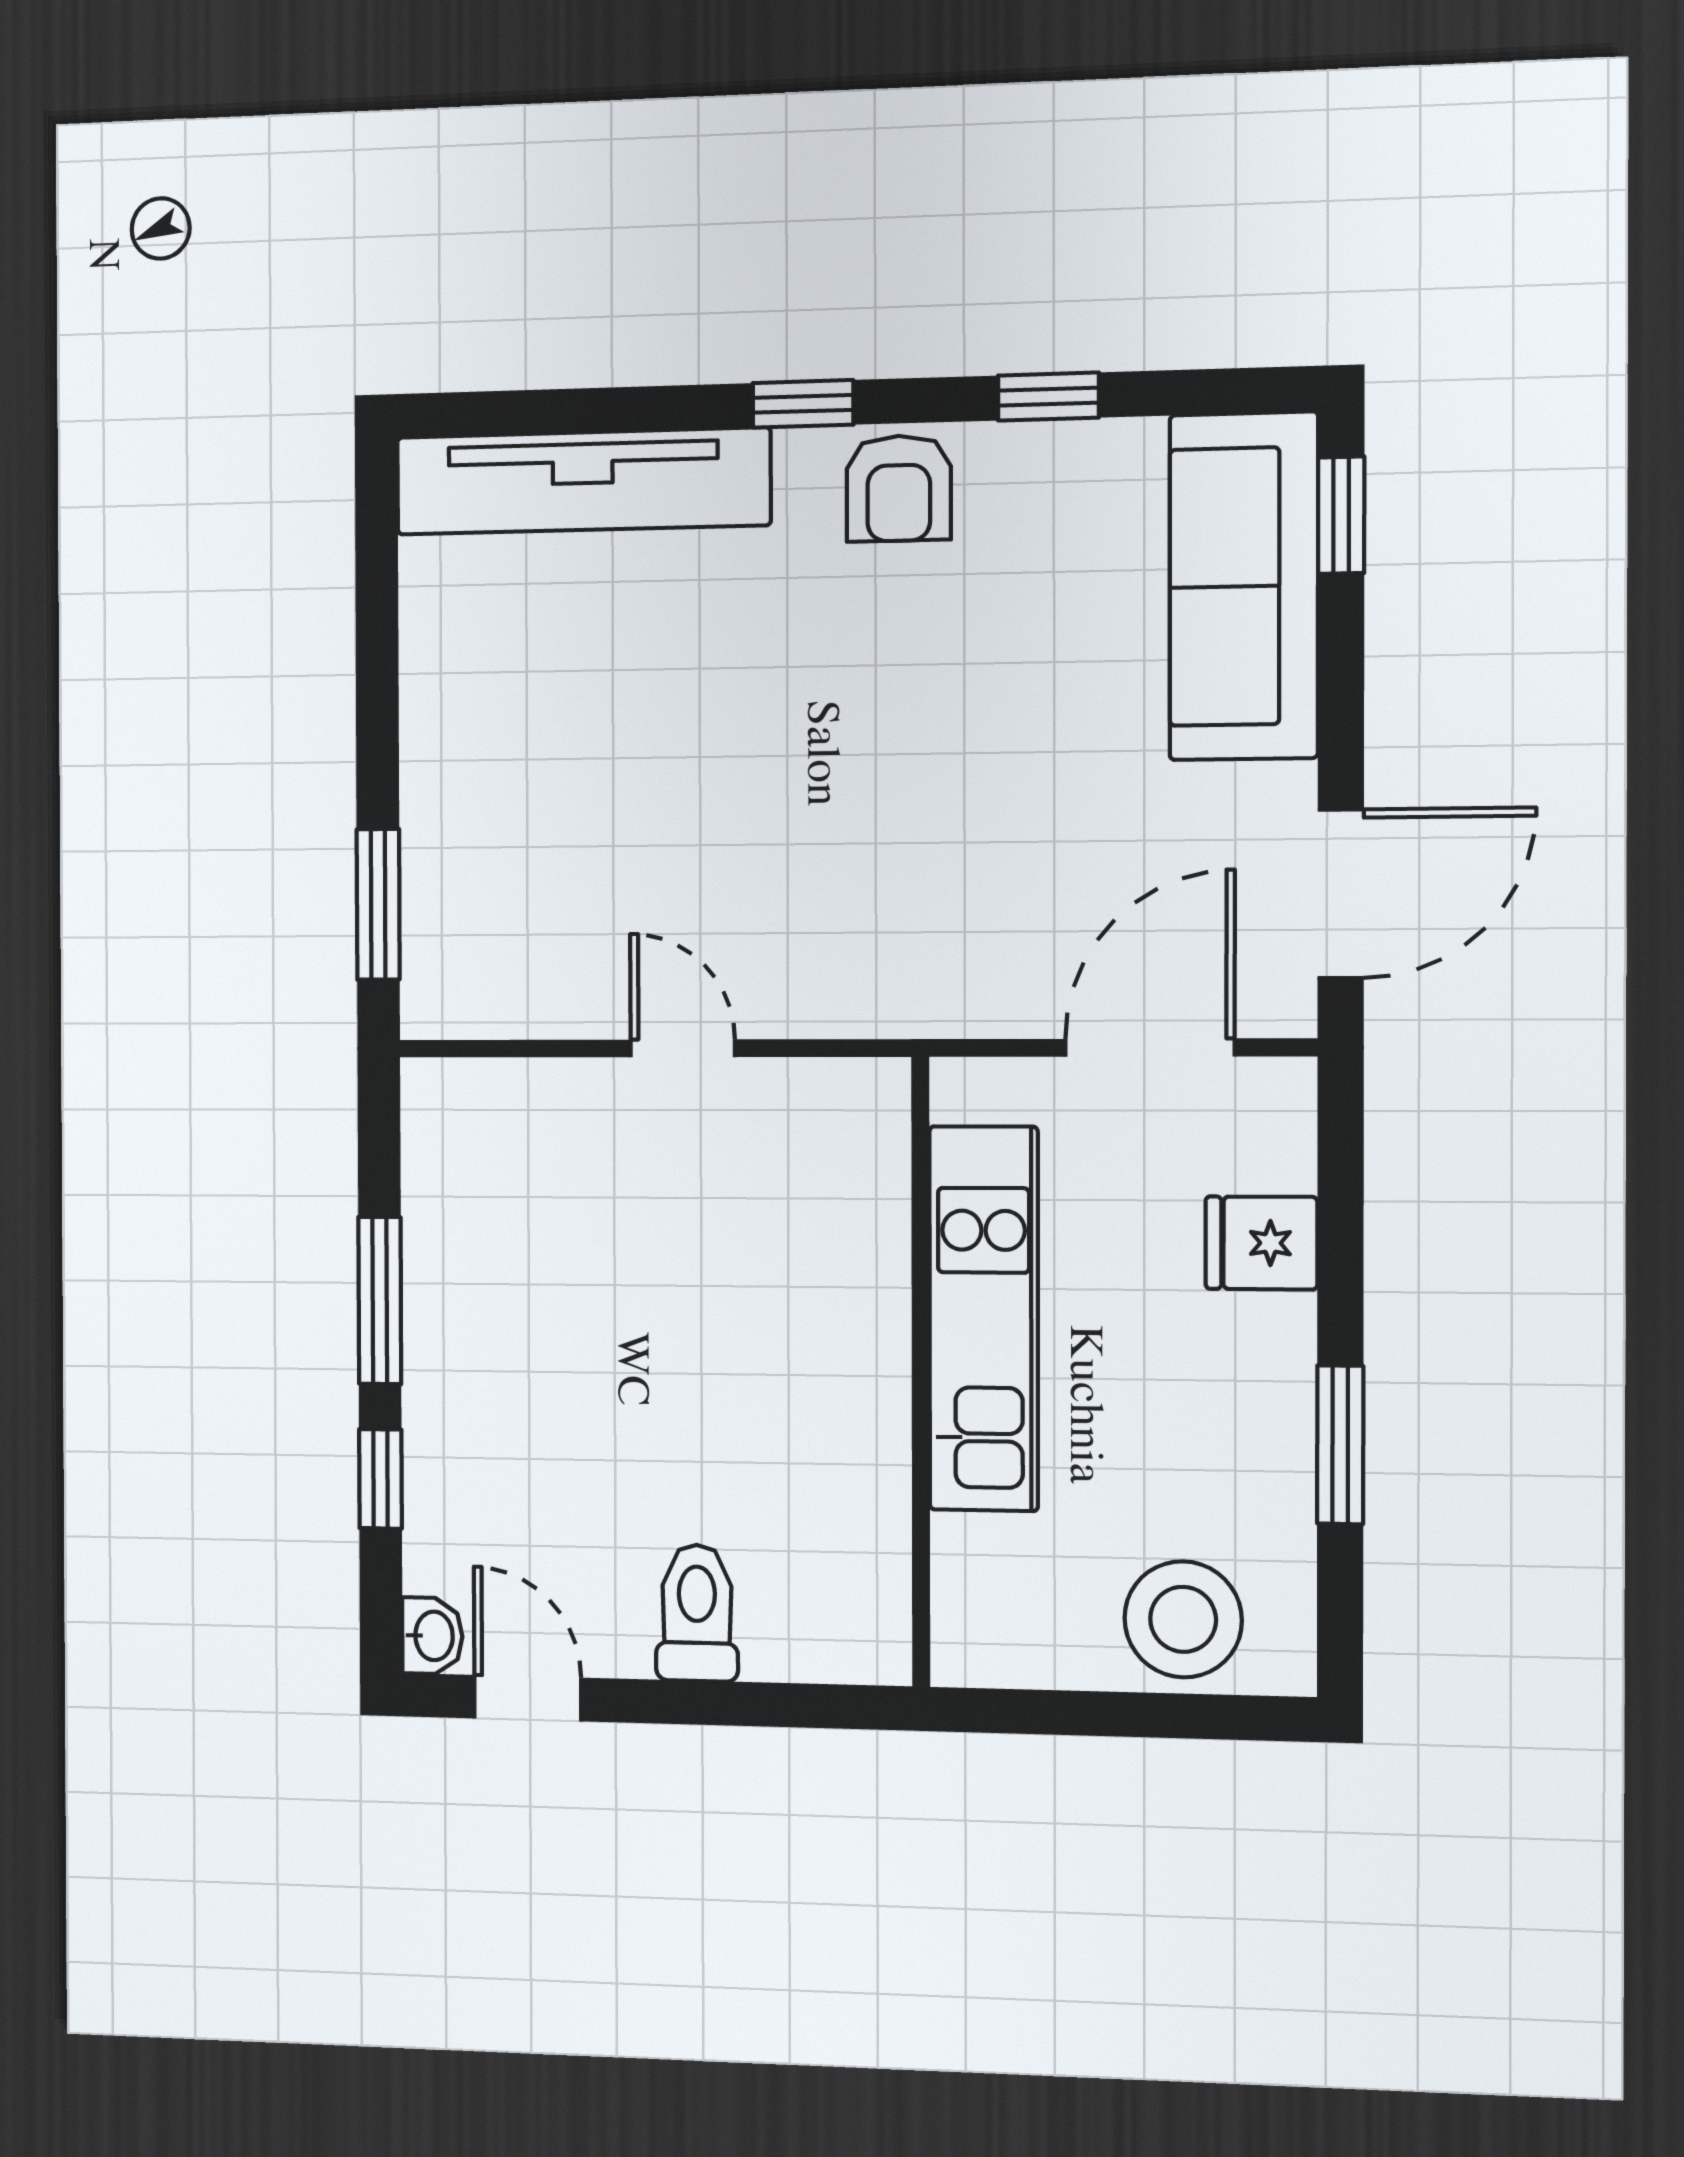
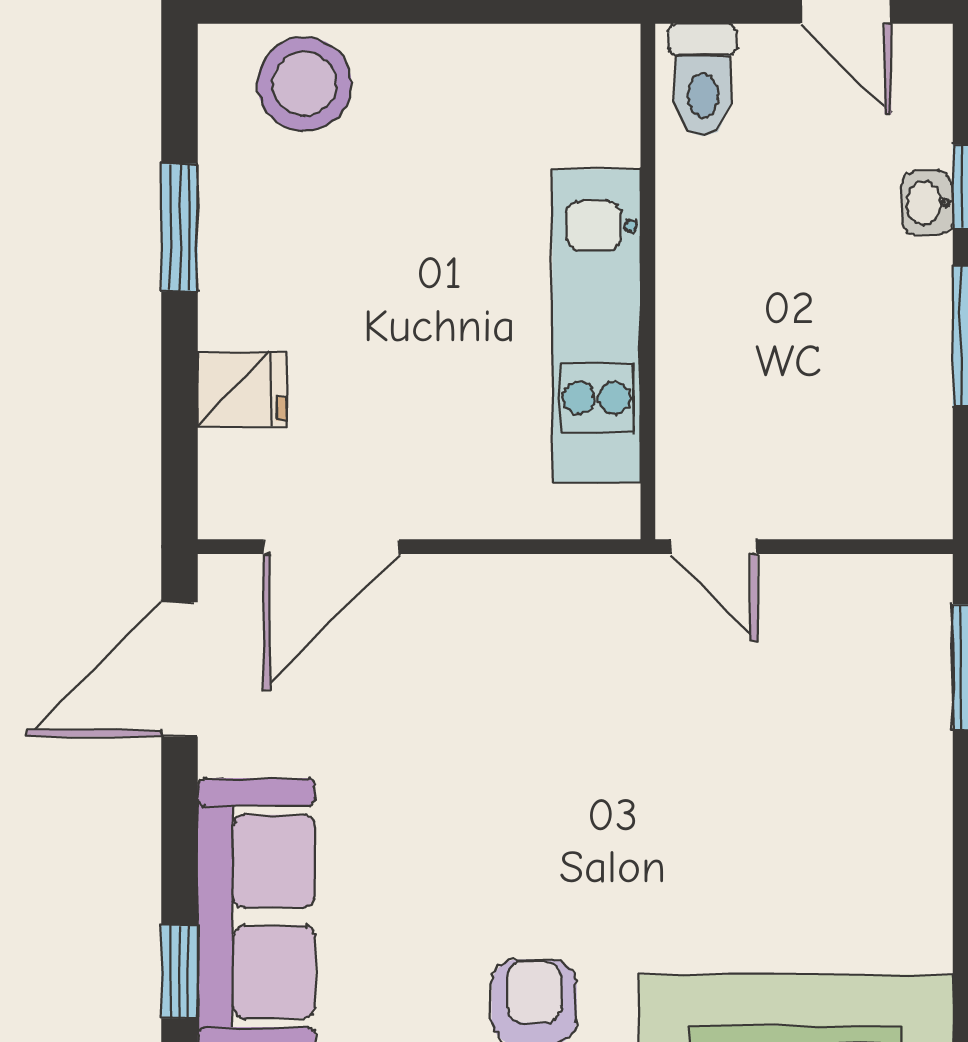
kitchen unit: (984, 1319) -> (596, 326), moved
wall: (921, 1372) -> (648, 282), moved
washbasin: (432, 1636) -> (927, 203), moved

